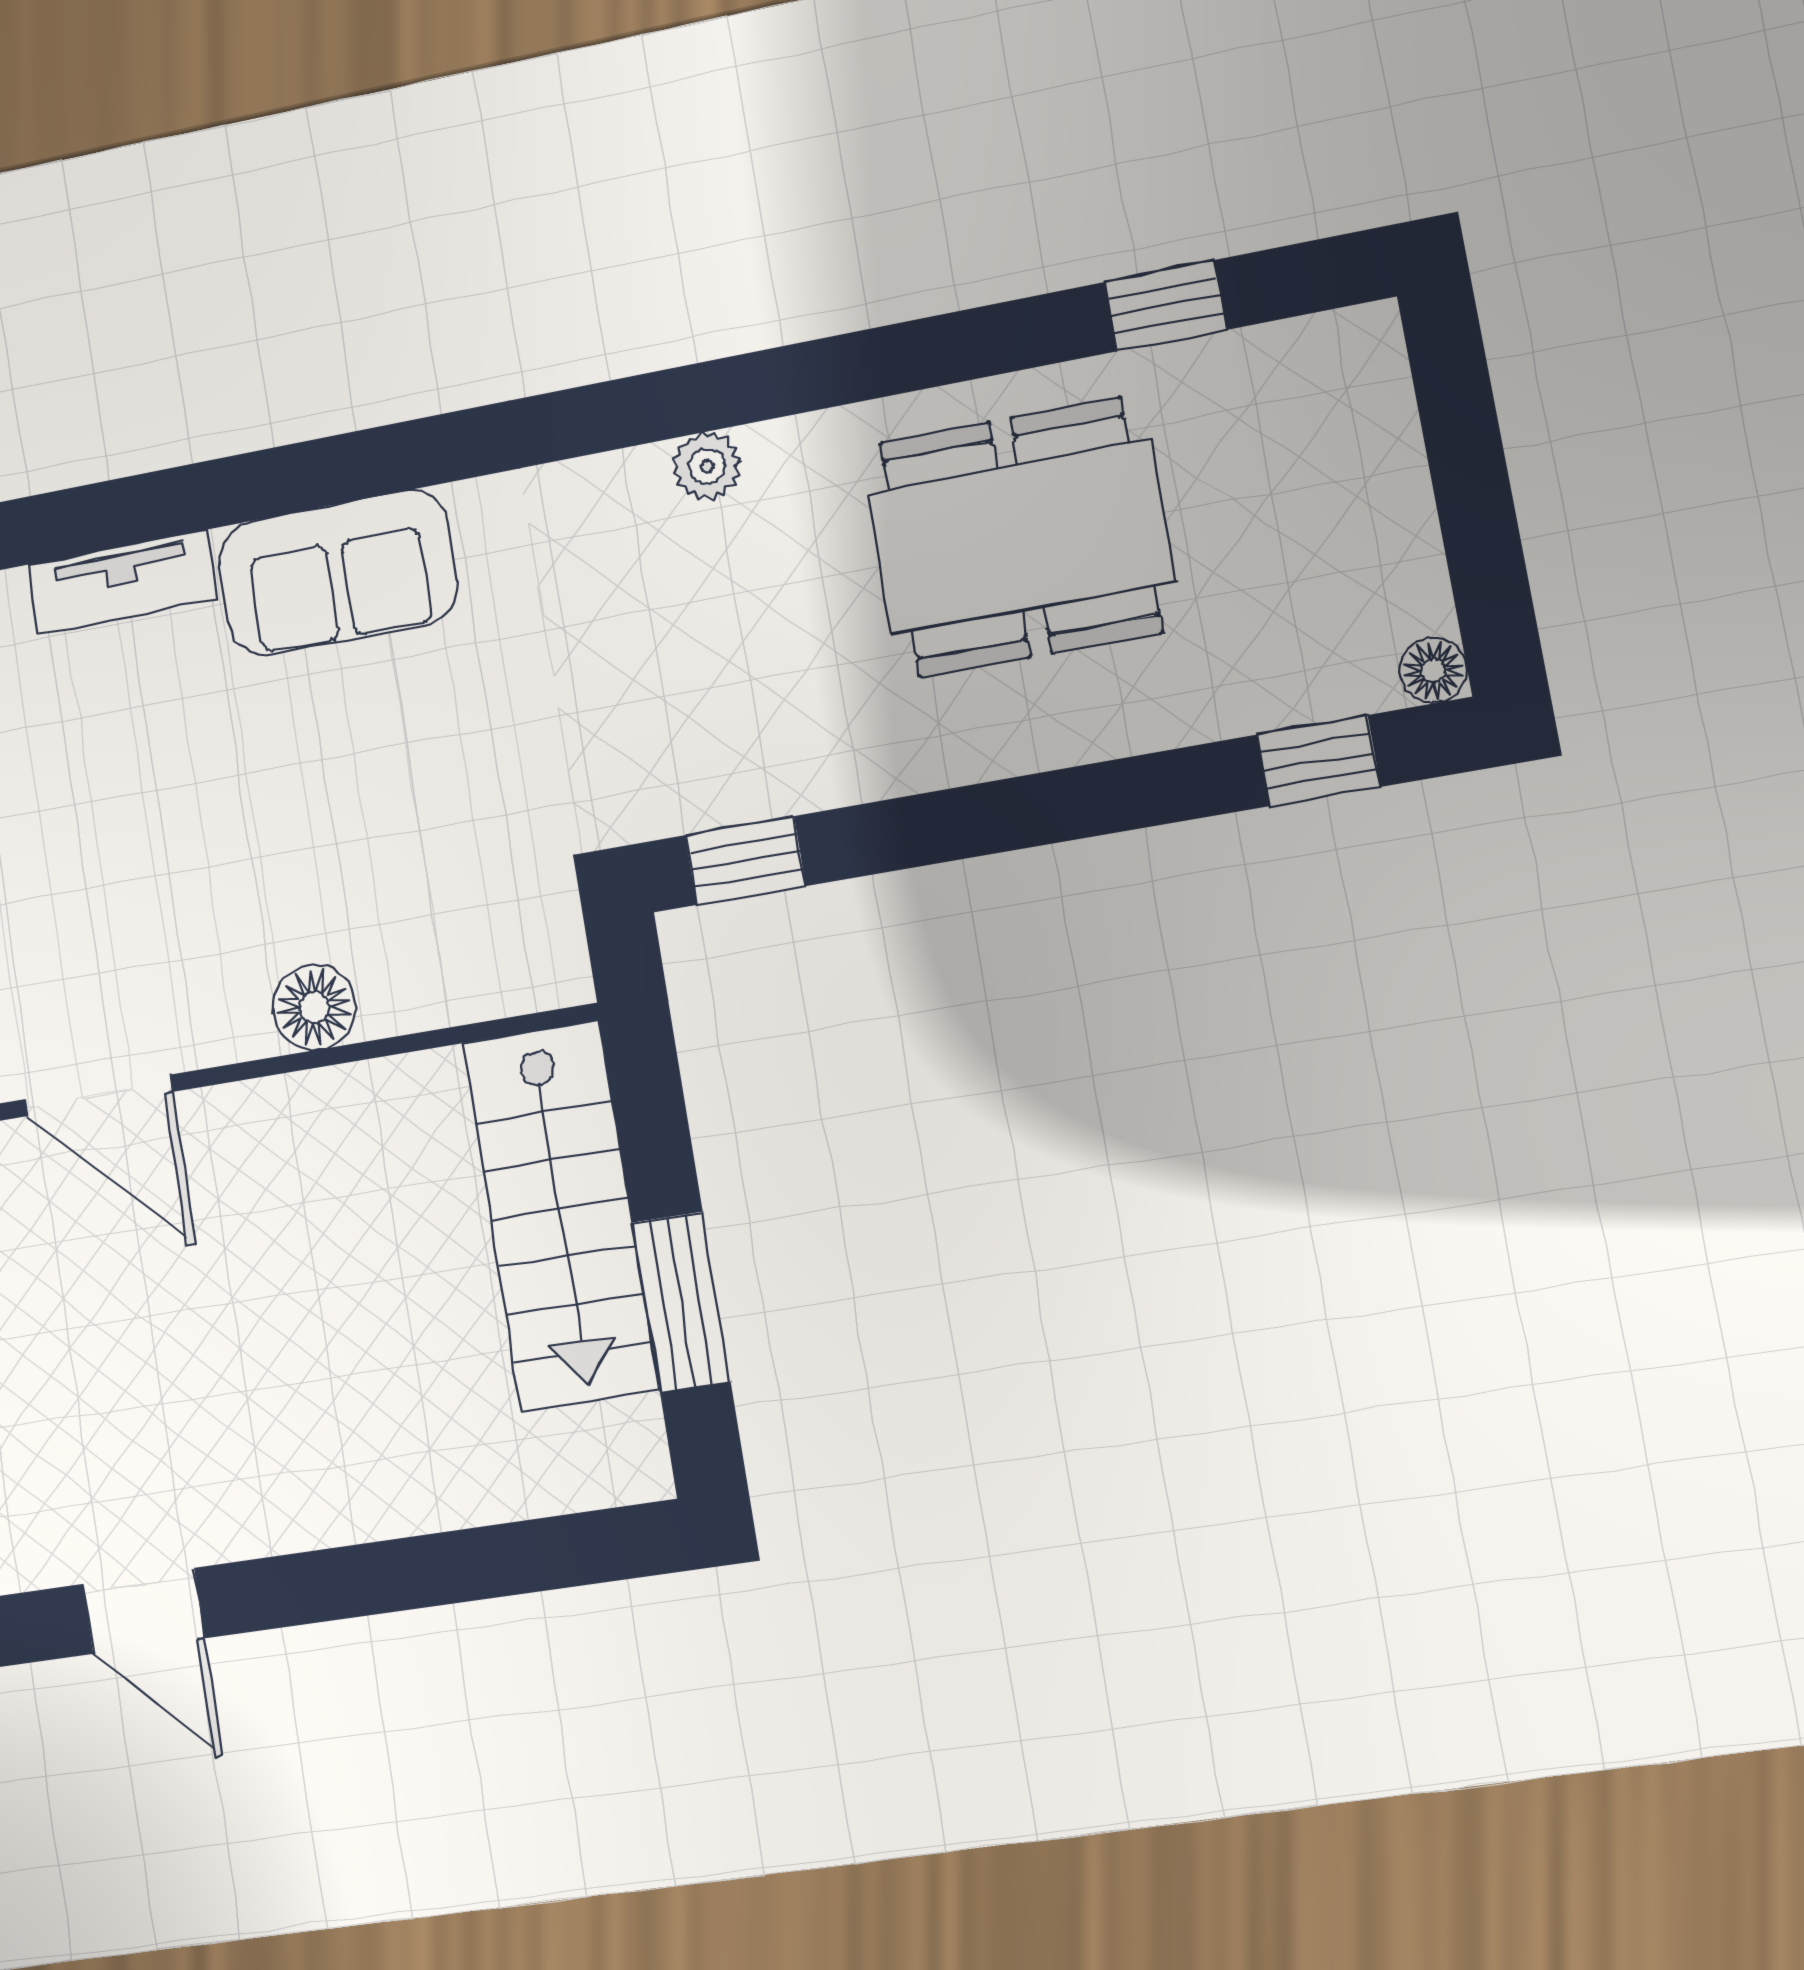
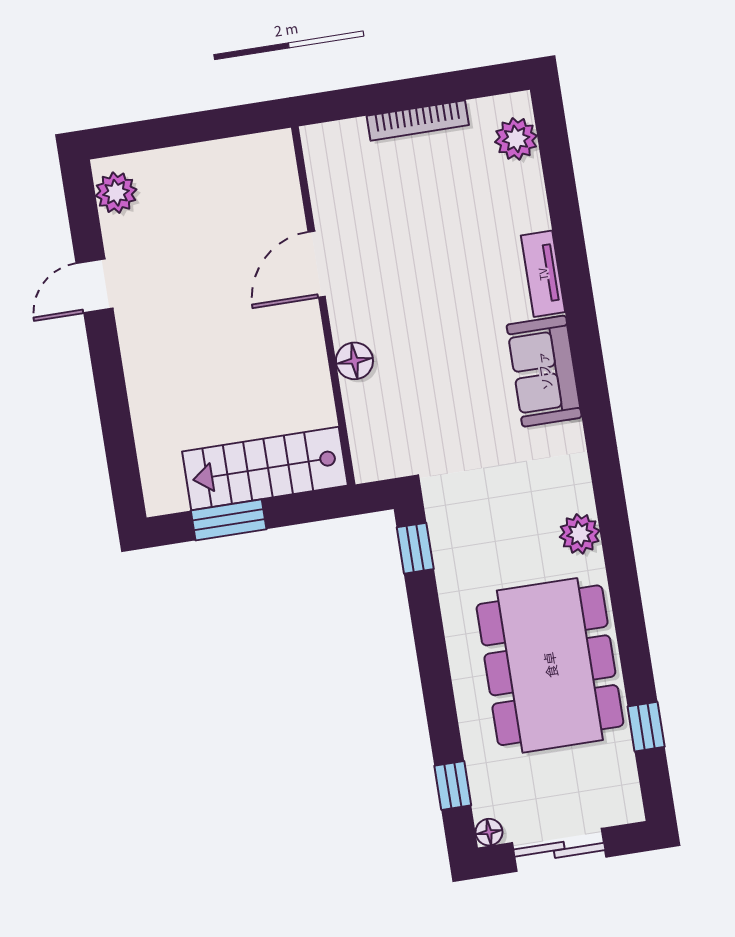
plant: (707, 466) -> (580, 534), width x1.38, depth x1.38
sliding door: (1474, 500) -> (559, 850), added
dining table: (1020, 537) -> (550, 665), width x1.36, depth x1.24

